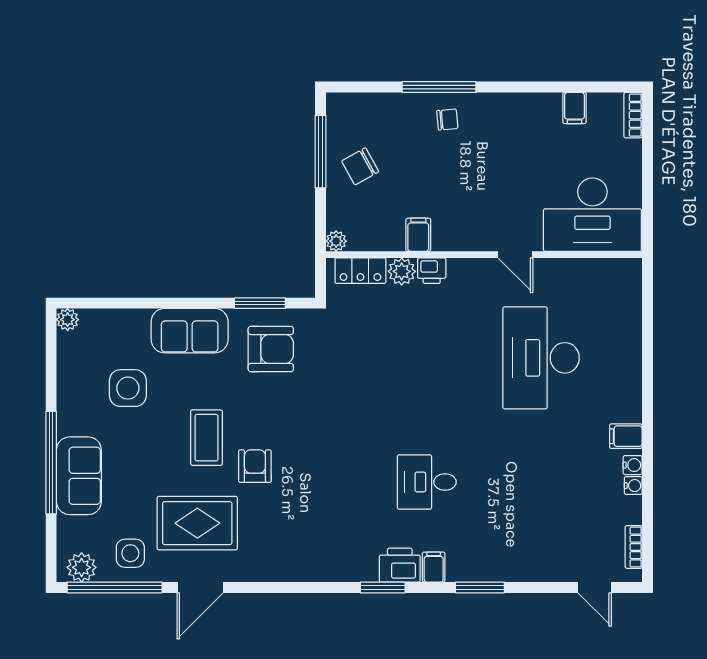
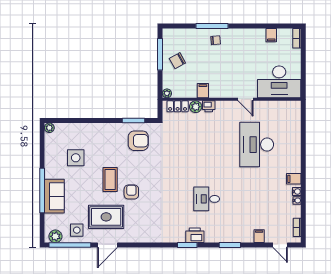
sofa: (190, 331) -> (103, 133), removed
filing cabinet: (434, 567) -> (259, 236), moved

